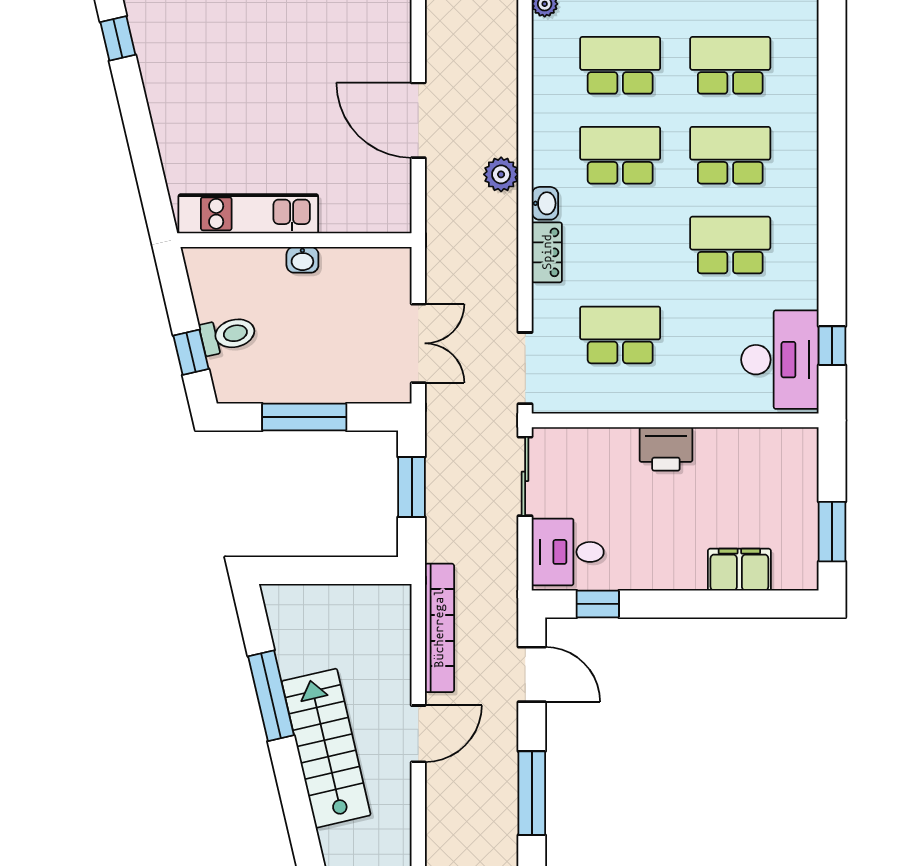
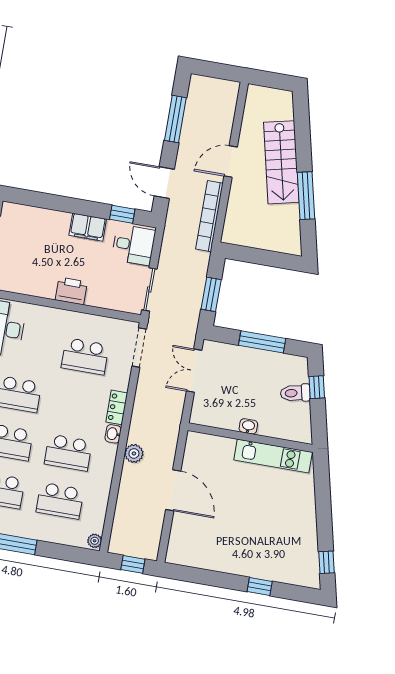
filing cabinet: (739, 570) -> (88, 227), moved

